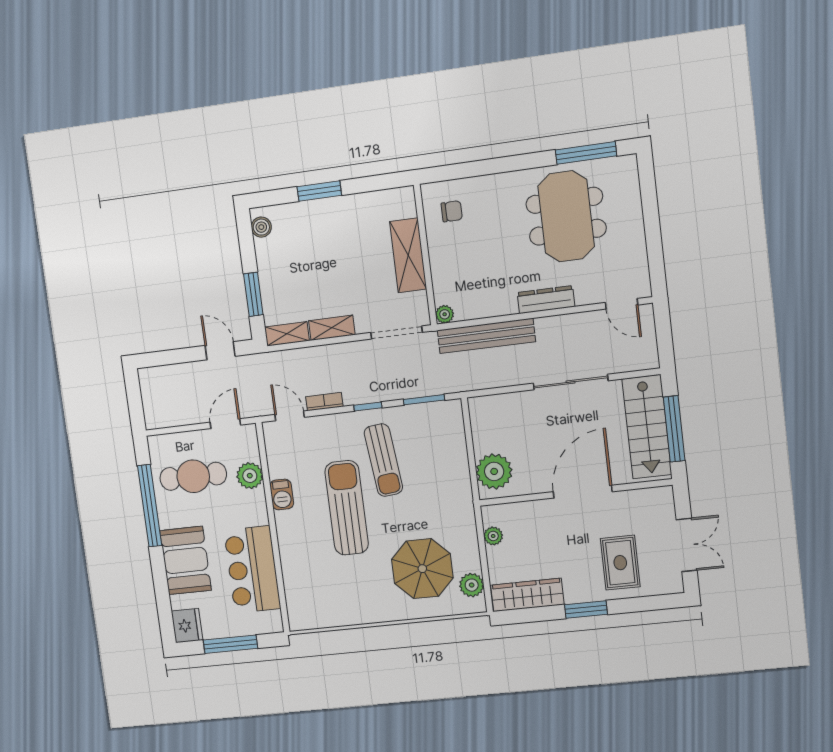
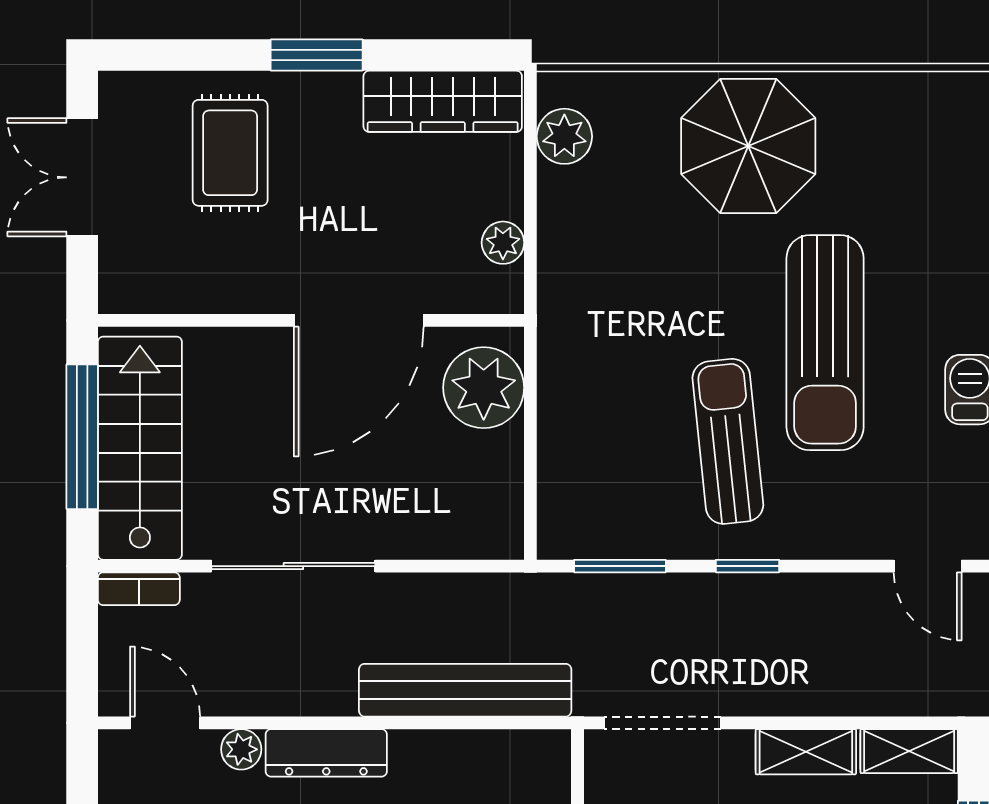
plant: (445, 314) -> (241, 749), moved
bookcase: (324, 402) -> (139, 589), moved
door: (583, 492) -> (359, 320), moved
parasol: (422, 569) -> (748, 146), moved

